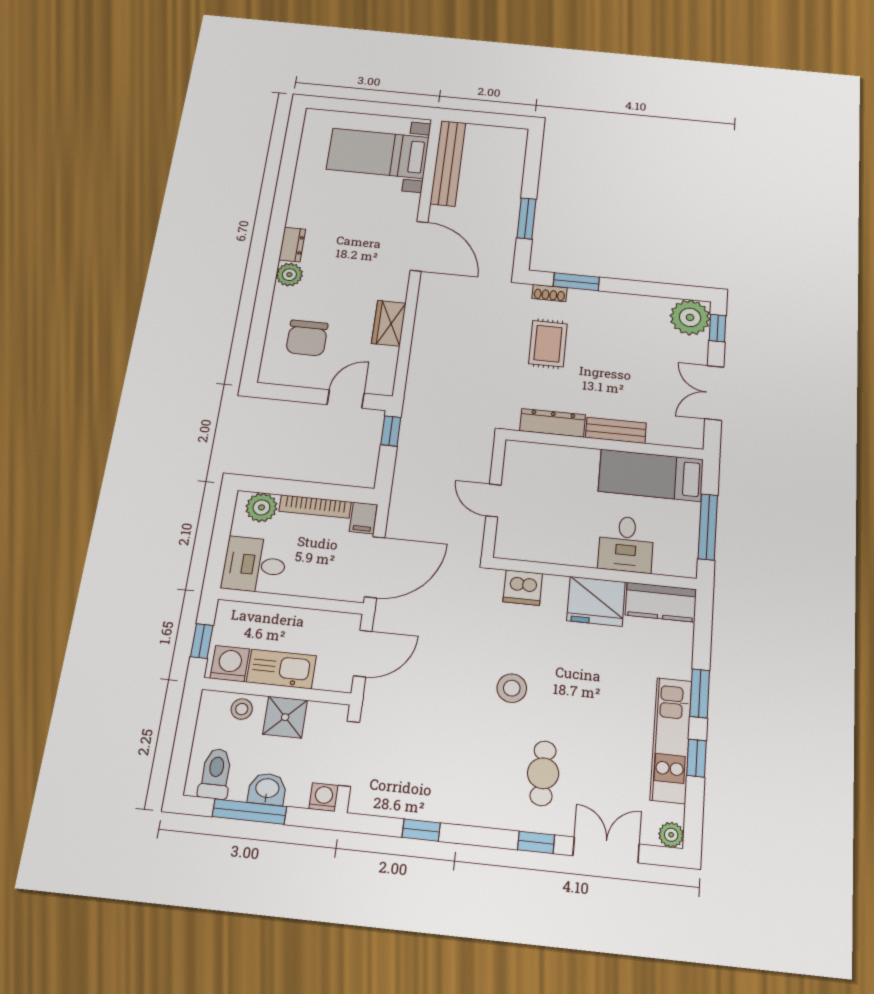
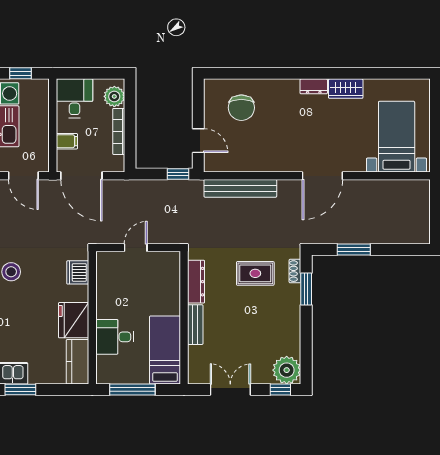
bench: (448, 163) -> (240, 188), moved
plant: (289, 275) -> (289, 88), removed
wardrobe: (389, 323) -> (346, 89), moved, turned 180
chair: (307, 338) -> (241, 108), turned -90
filing cabinet: (363, 518) -> (67, 141), moved, turned 180

